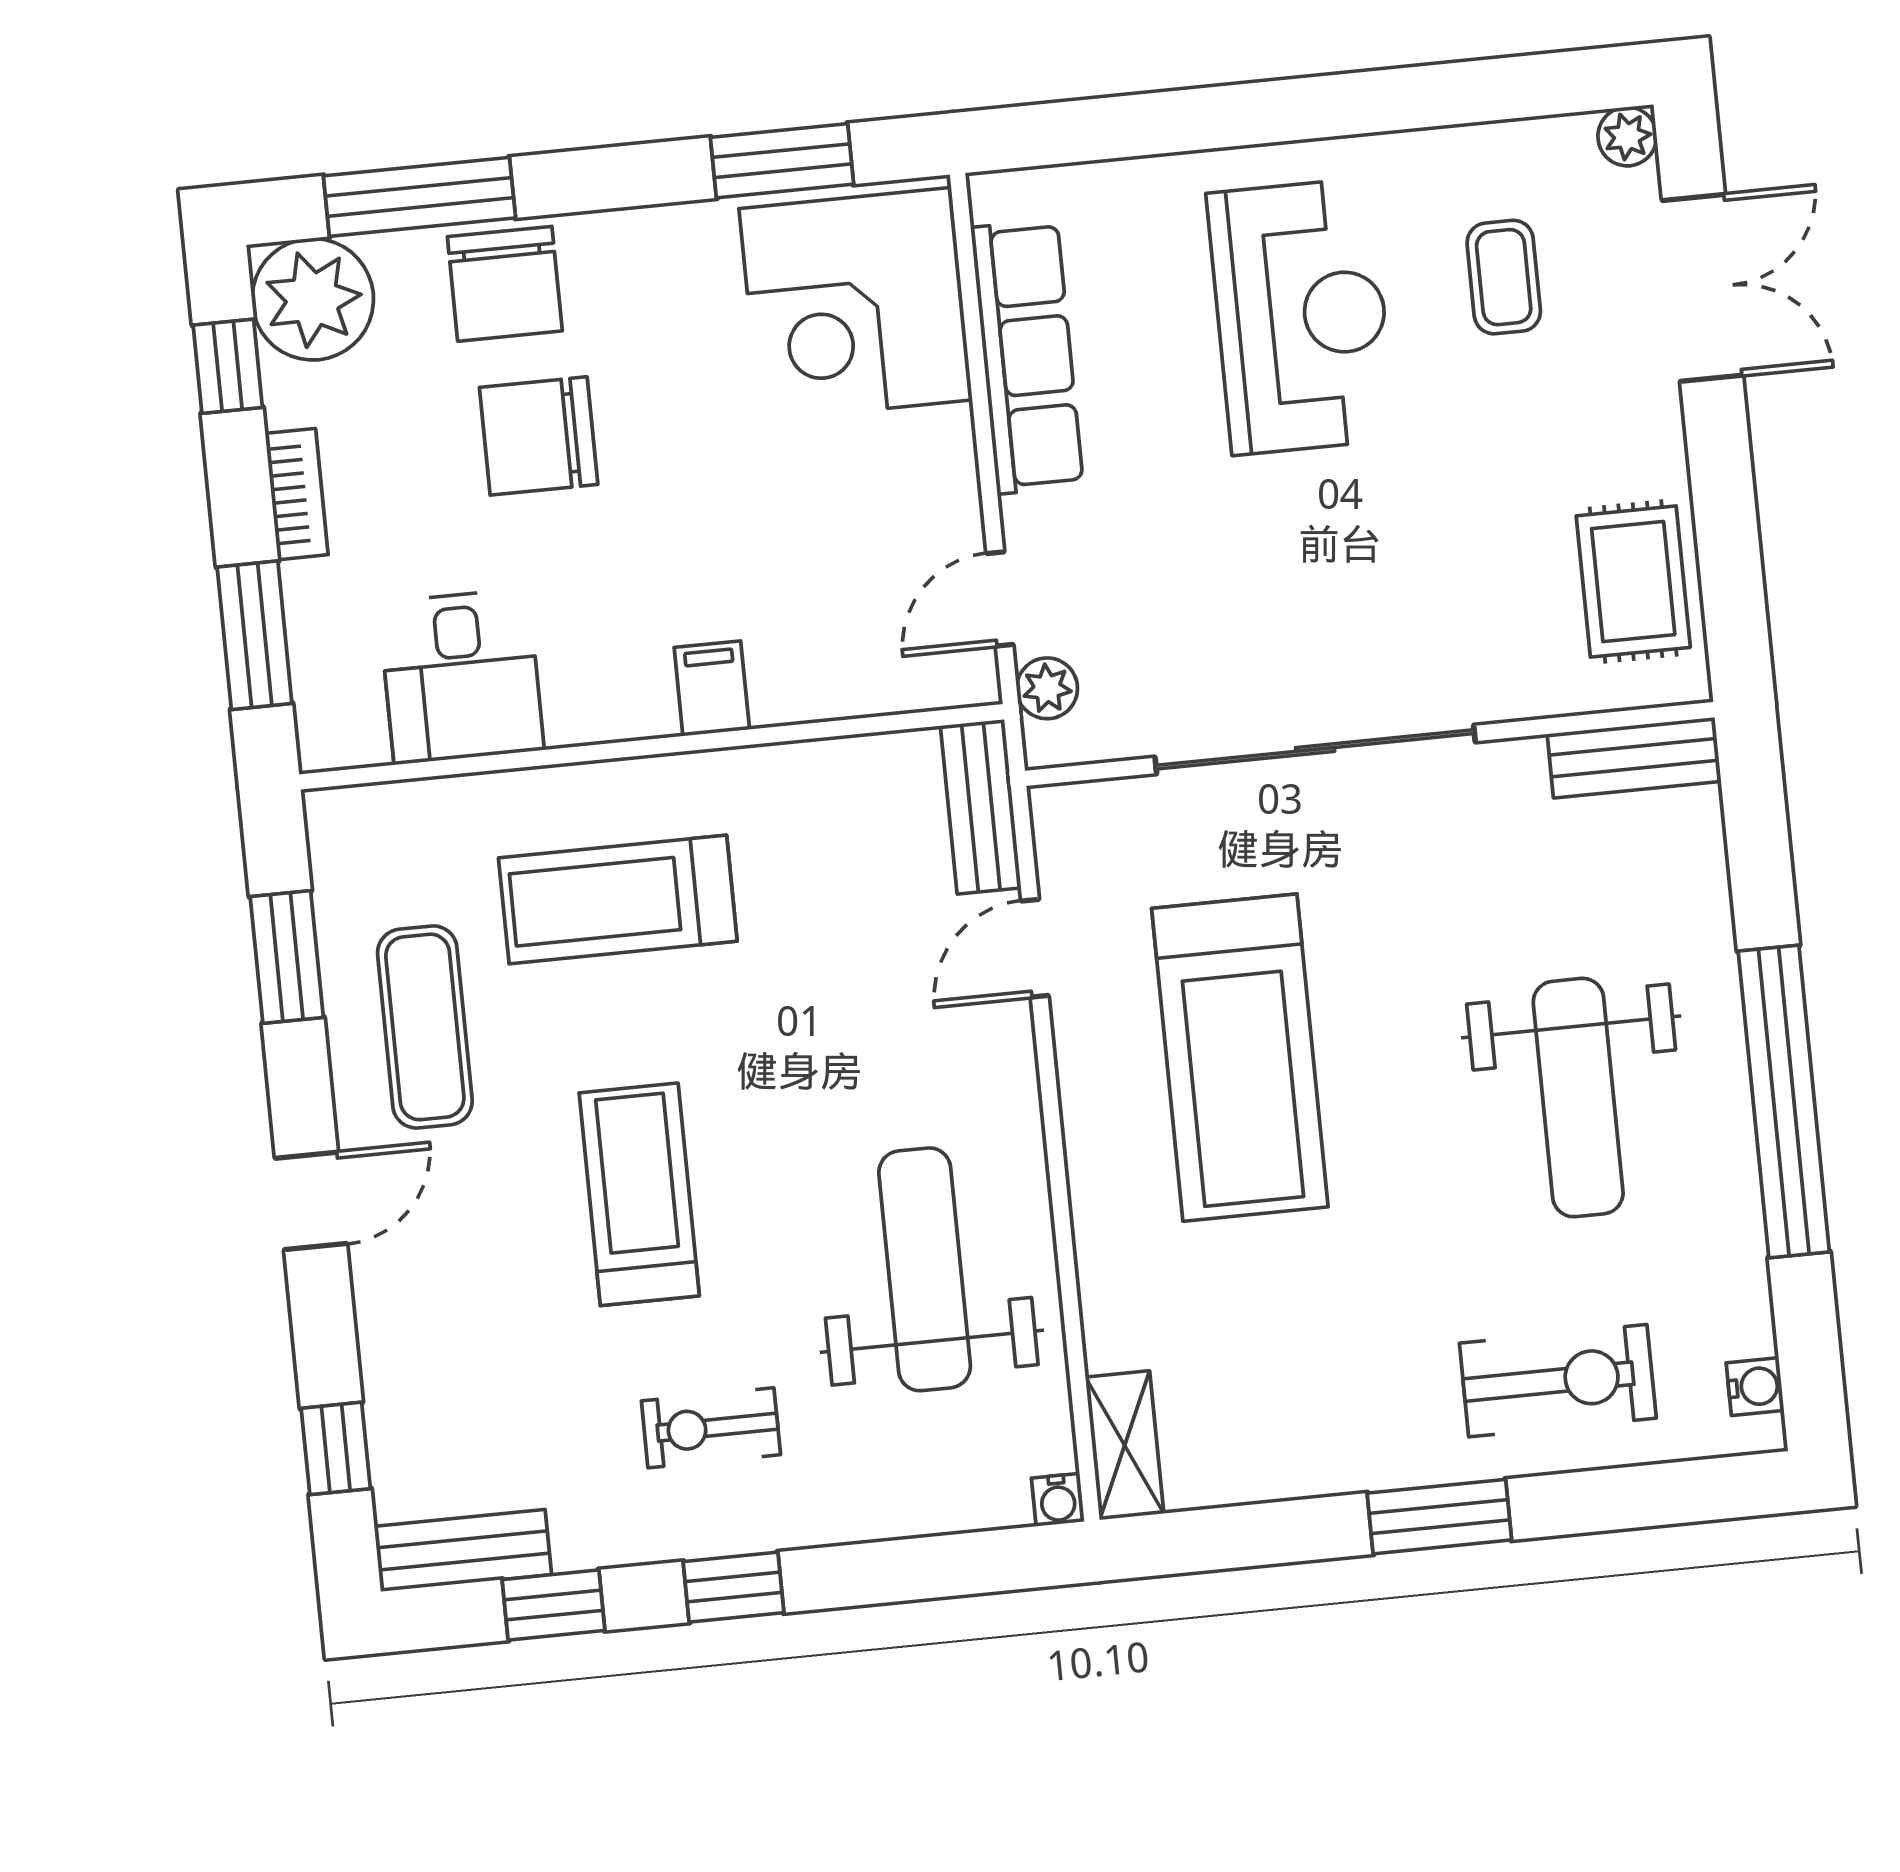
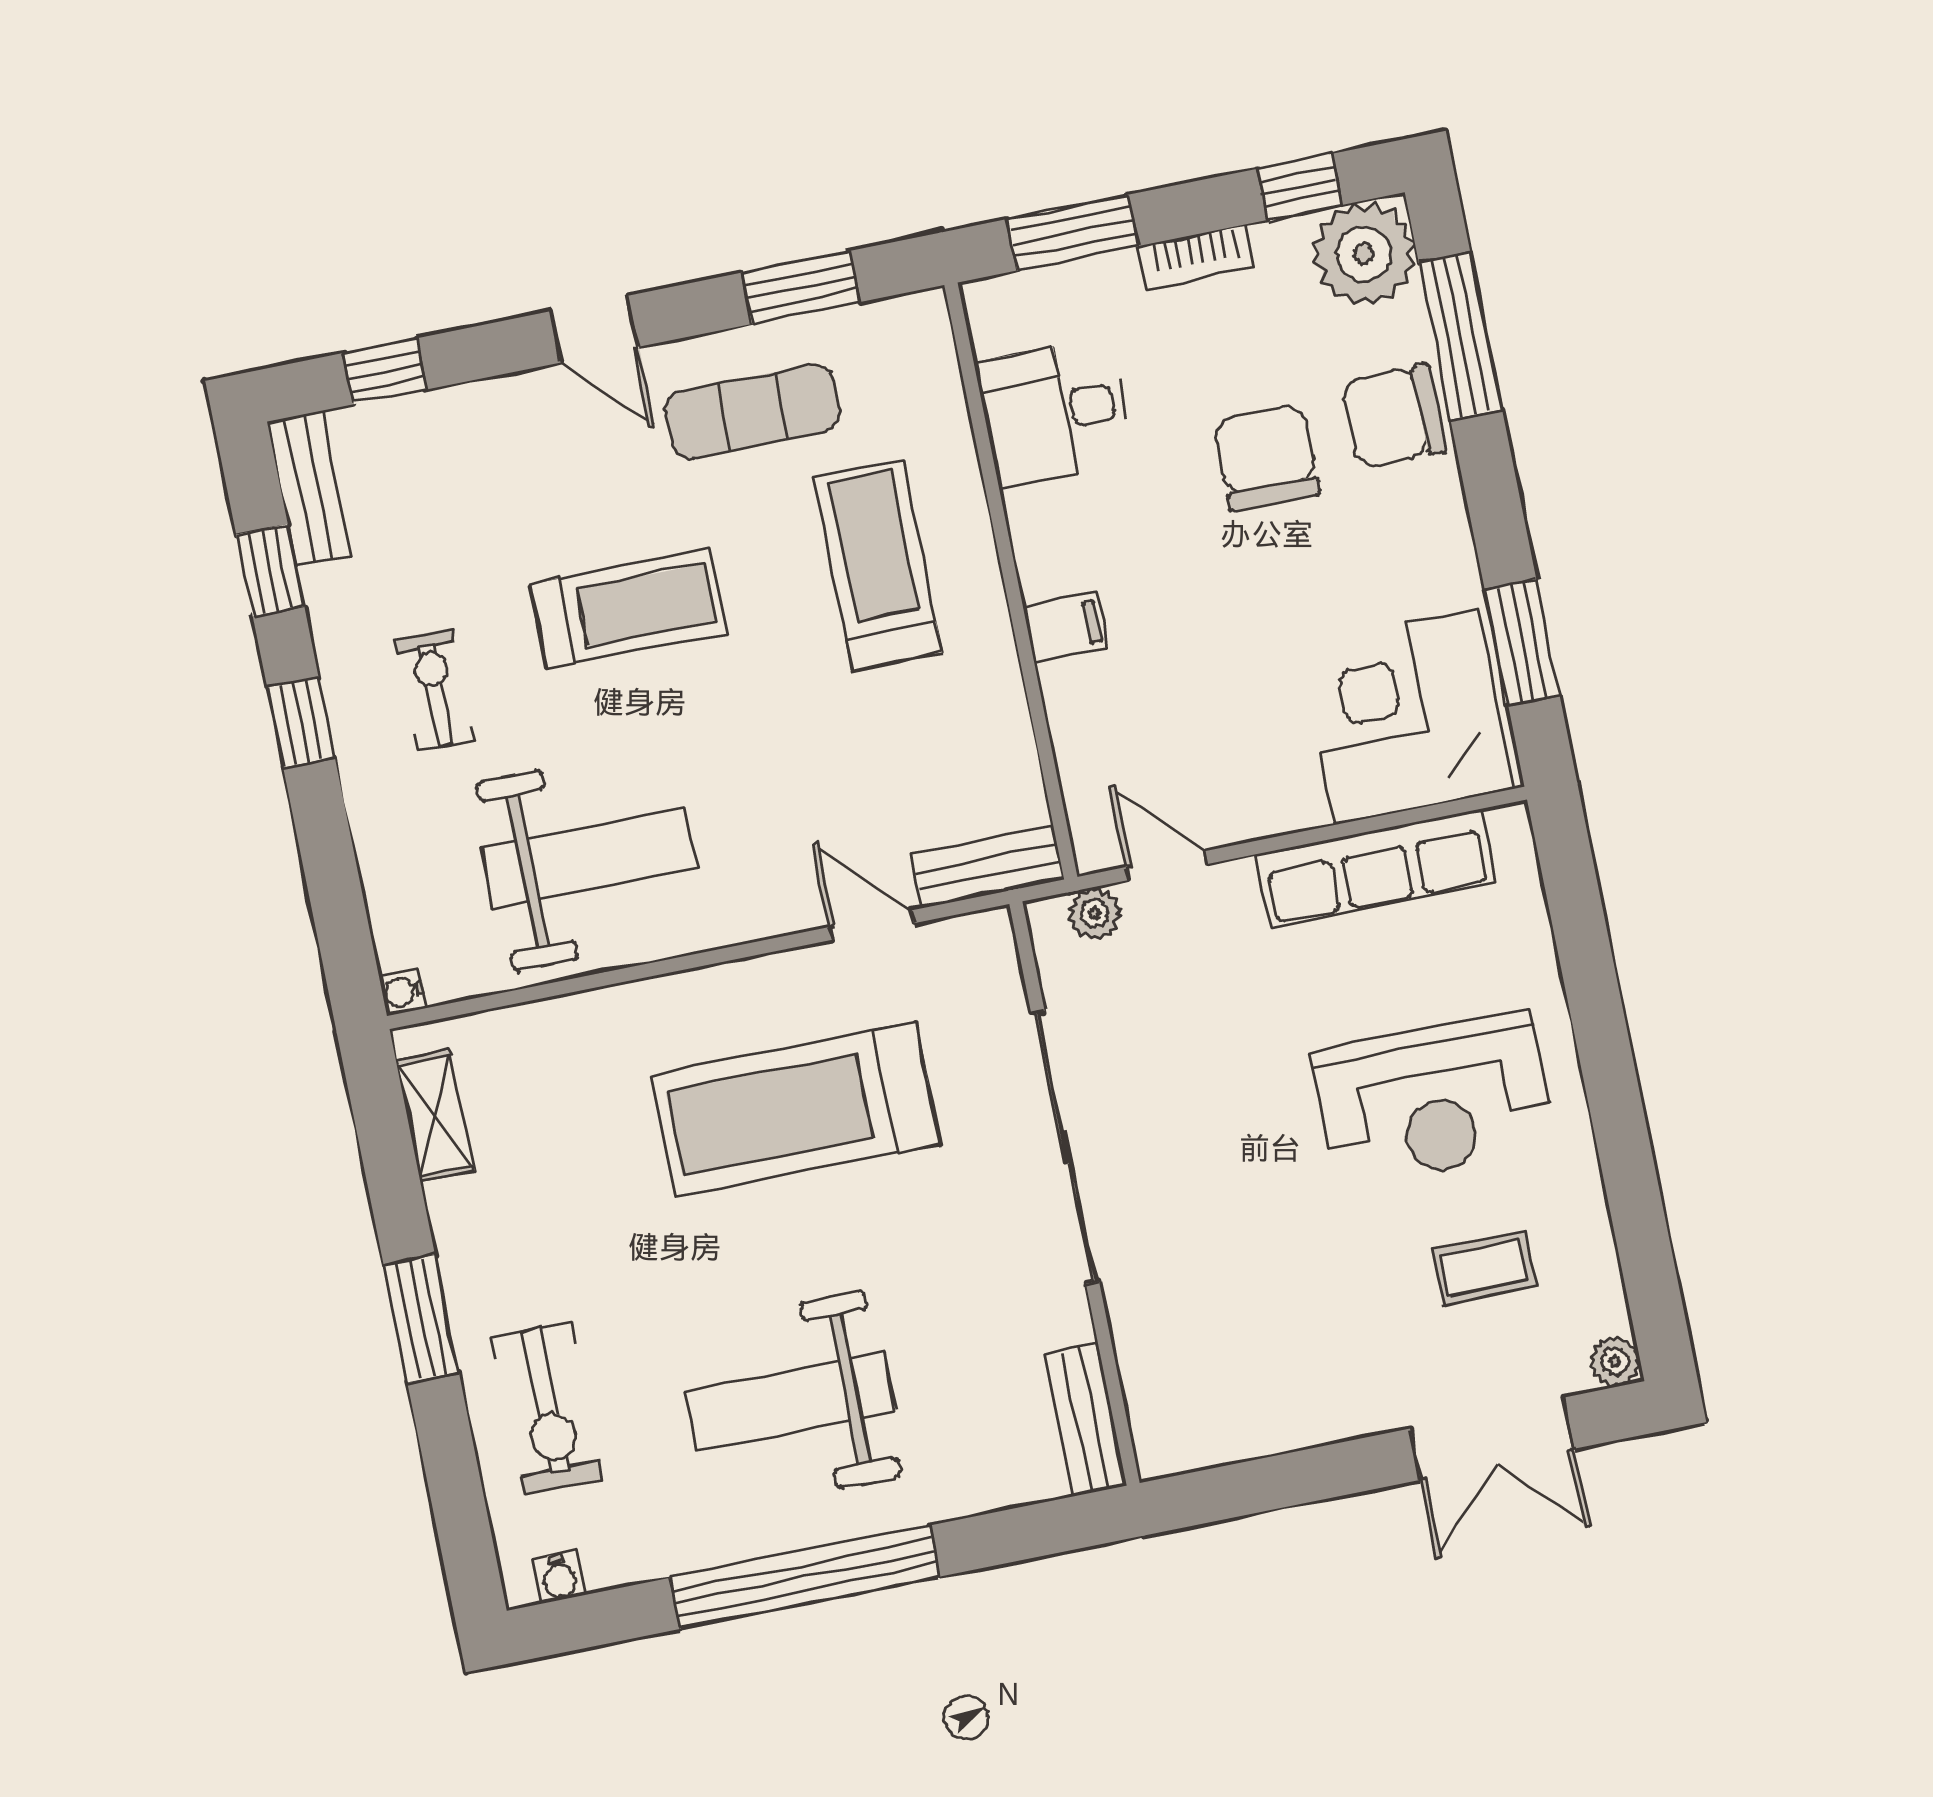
rug: (1633, 582) -> (1236, 1404), removed
shelving: (1125, 1445) -> (435, 1115), moved, turned 90

